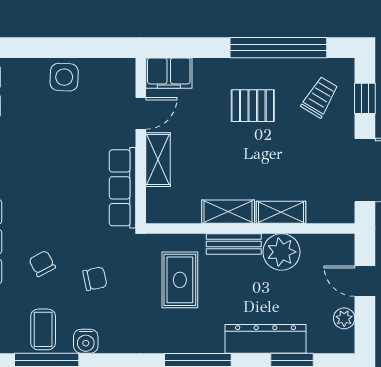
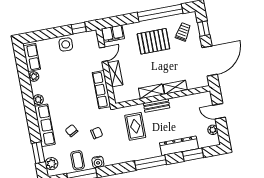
window: (99, 48) -> (79, 28), added
pallet: (253, 106) -> (153, 41), width x1.50, depth x1.42
plant: (281, 252) -> (179, 105), removed

